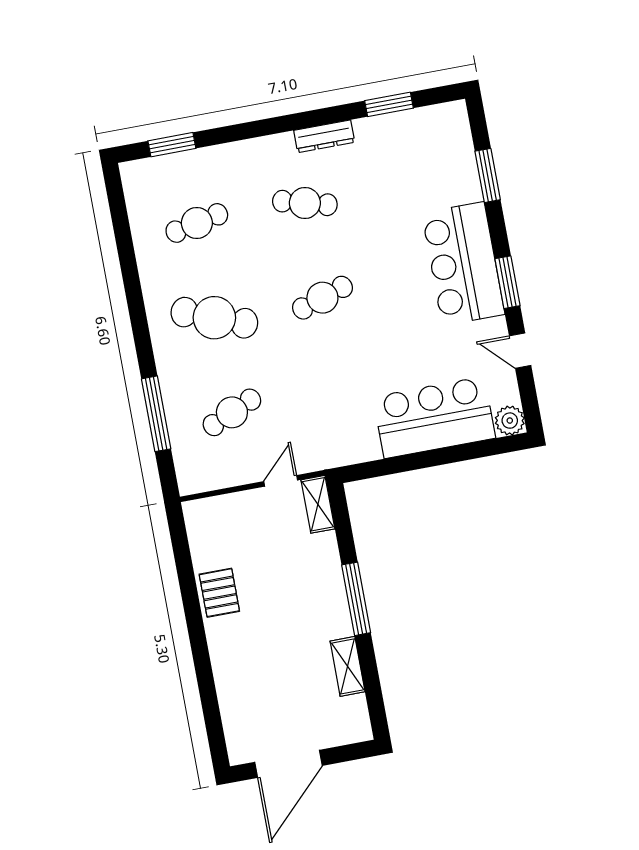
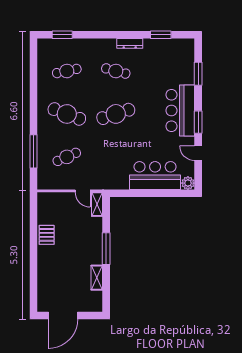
cafe table: (322, 298) -> (116, 114), width x1.37, depth x1.35
door: (281, 481) -> (83, 191), swing flipped

